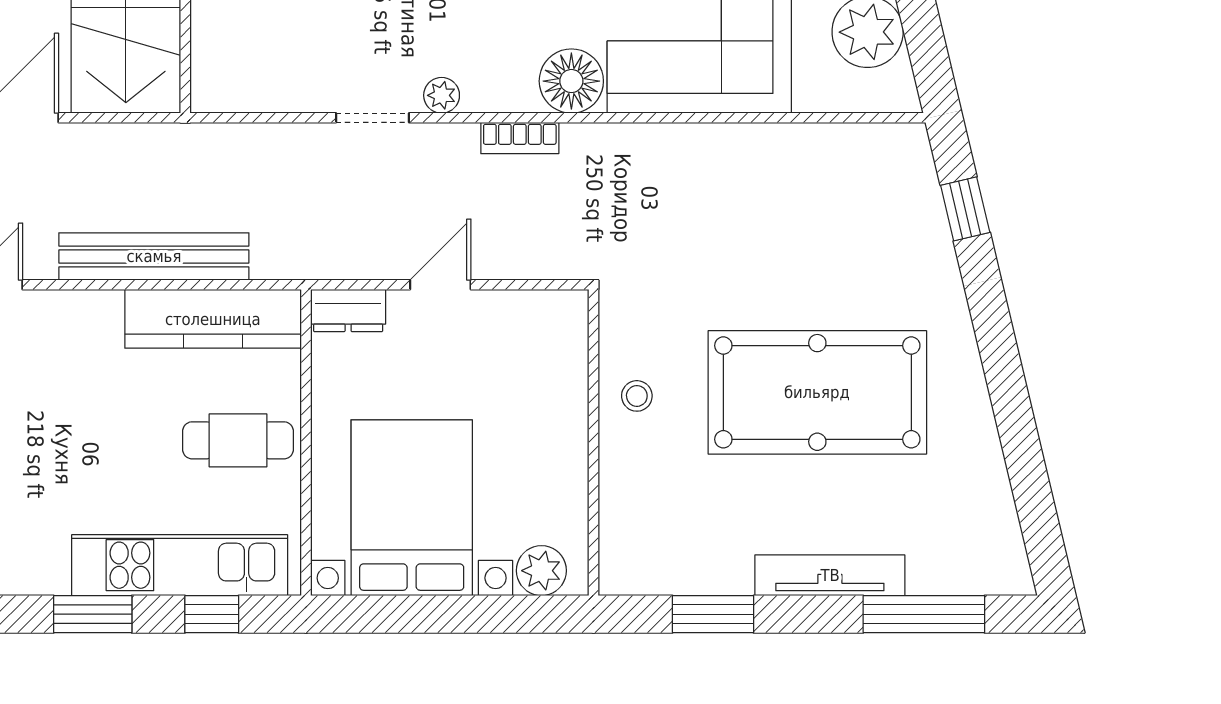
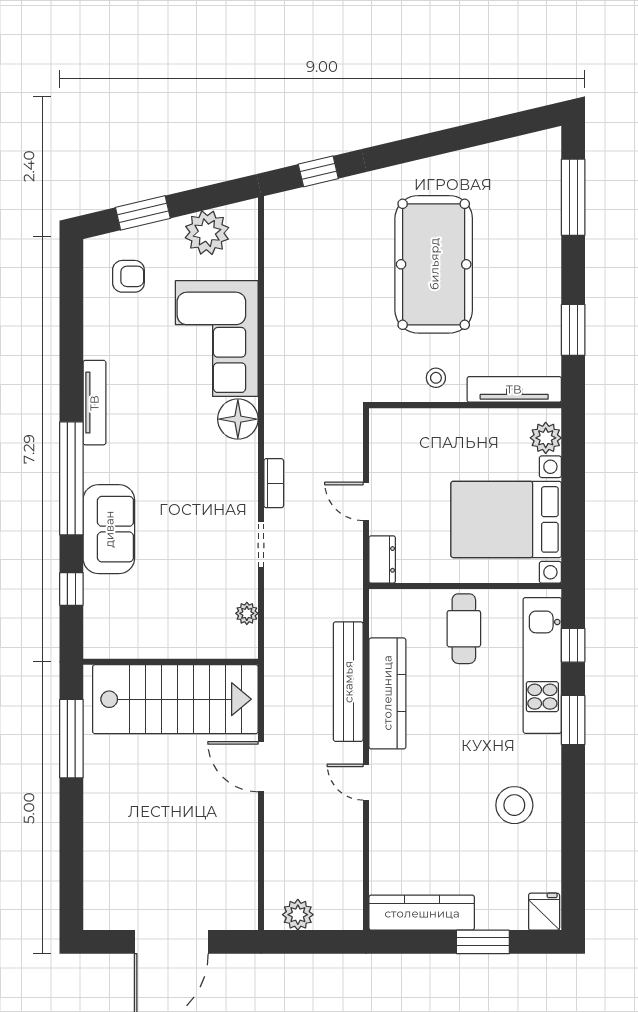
plant: (442, 95) -> (247, 613), moved
bookcase: (520, 138) -> (274, 483), moved
kitchen counter: (213, 319) -> (387, 693), moved
tv unit: (830, 575) -> (514, 389), moved, turned 90

